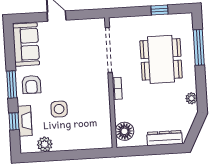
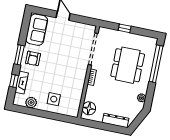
window: (159, 10) -> (125, 28), moved
window: (199, 47) -> (156, 64), width x1.46
side table: (59, 109) -> (54, 99), moved

